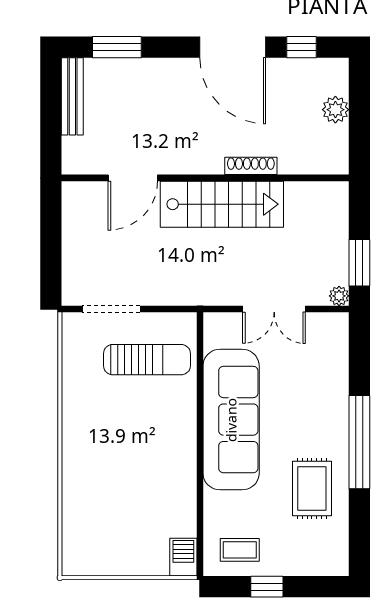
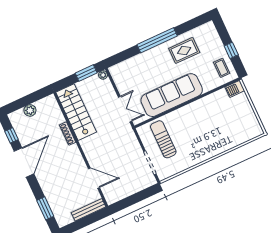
bench: (72, 96) -> (88, 210), moved
stairs: (222, 204) -> (76, 112), moved
double door: (274, 309) -> (125, 109), moved

